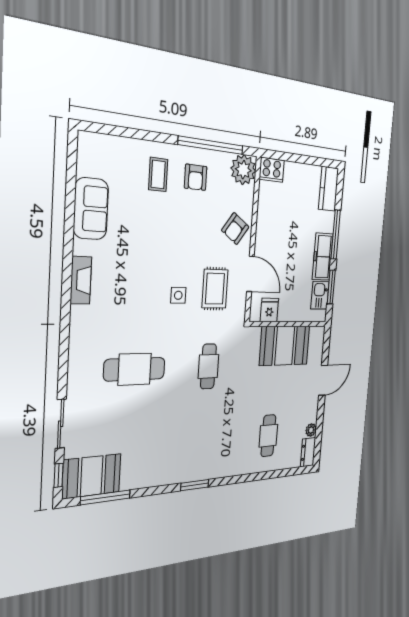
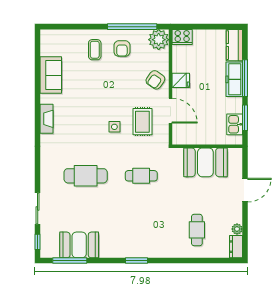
freezer: (323, 257) -> (234, 79), moved
fridge: (269, 310) -> (181, 80), moved, turned 90
cafe table: (208, 366) -> (141, 176), turned 90
booth: (92, 476) -> (79, 245), moved

